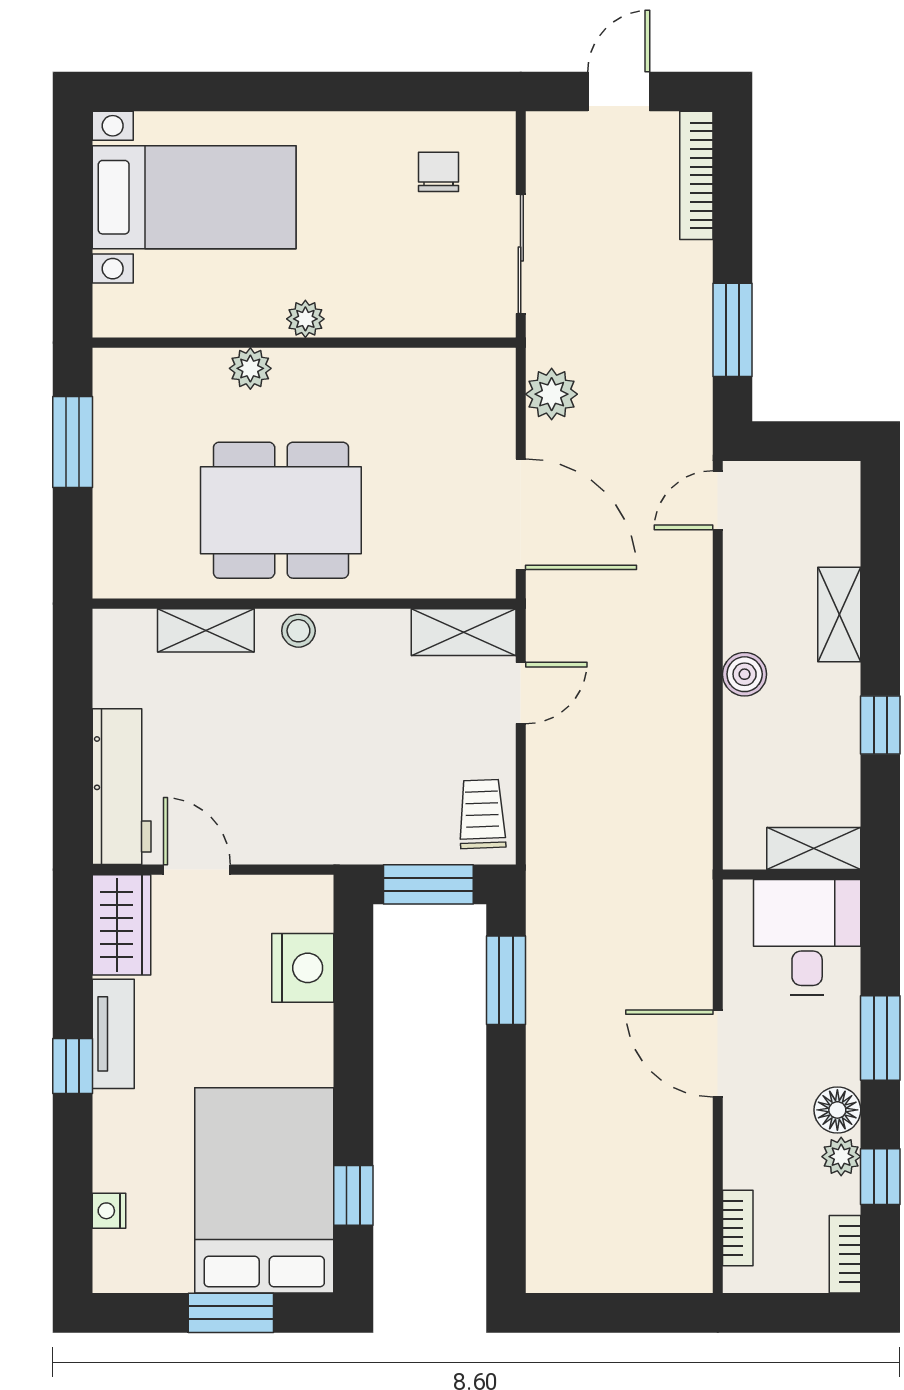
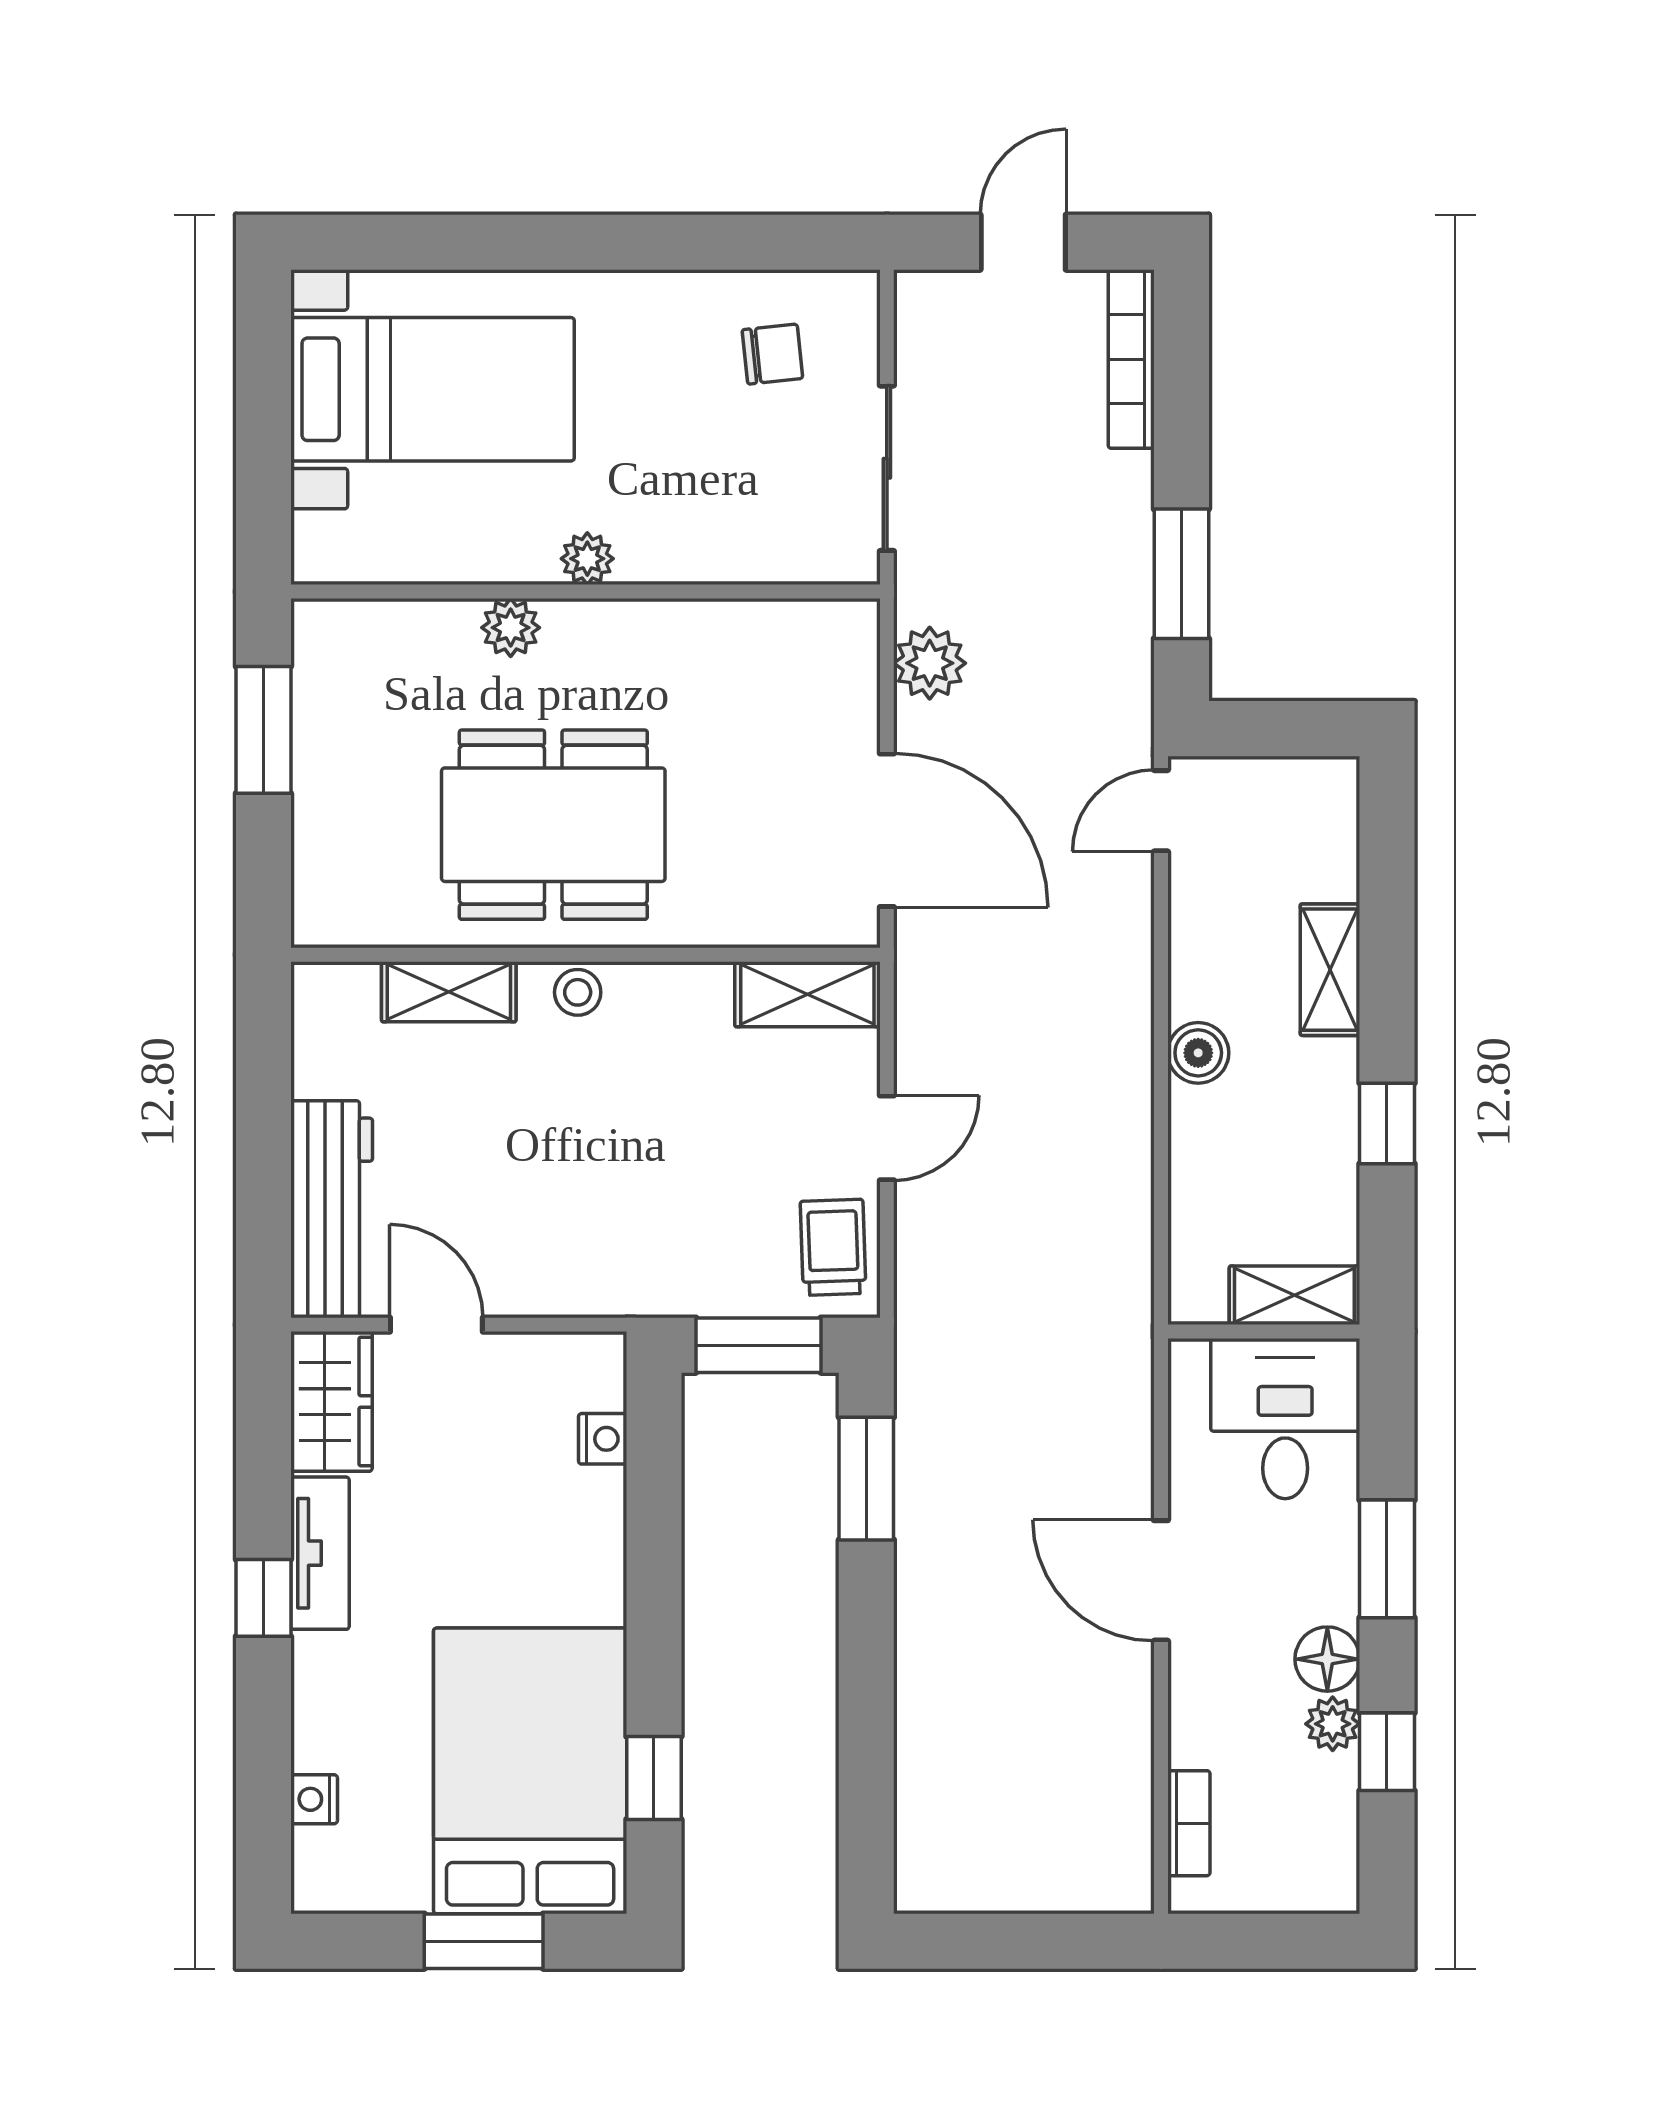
chair: (438, 172) -> (772, 354), turned 84
door: (521, 693) -> (887, 1138), moved
nightstand: (303, 968) -> (603, 1439), width x0.53, depth x0.56
bookcase: (845, 1254) -> (1338, 1860), removed

